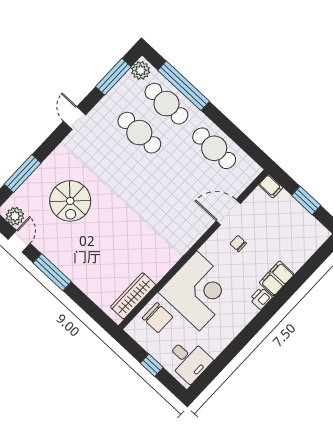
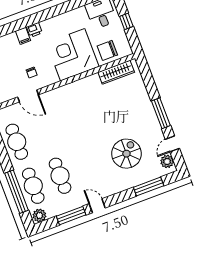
window: (113, 77) -> (71, 216), moved
door: (75, 118) -> (97, 206), swing flipped
filing cabinet: (277, 278) -> (23, 36), width x0.50
chair: (158, 318) -> (107, 50), turned -90

